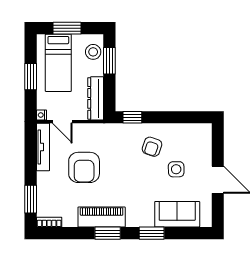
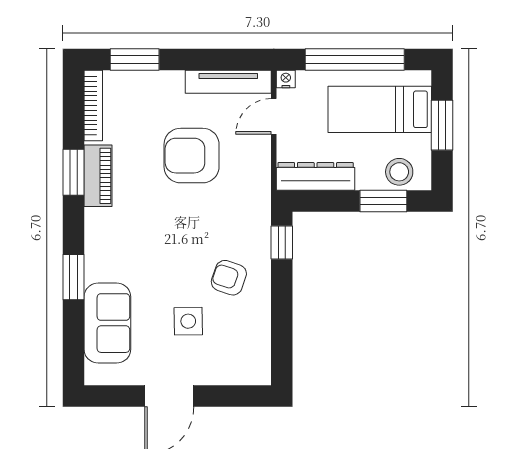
window: (31, 77) -> (355, 60), width x2.11
piano: (102, 217) -> (98, 176), width x0.73, depth x0.75
bookcase: (49, 222) -> (93, 106), width x1.56
window: (108, 233) -> (74, 172), moved

